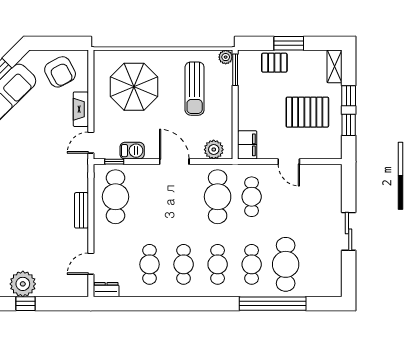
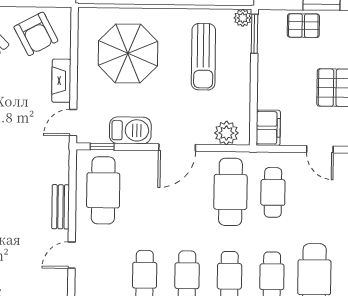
barbecue: (132, 151) -> (130, 130), width x1.38, depth x1.27
door: (174, 162) -> (177, 148), swing flipped
door: (91, 264) -> (72, 255), moved

